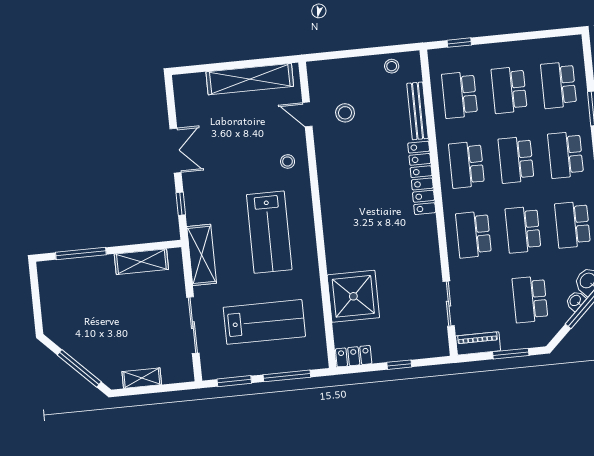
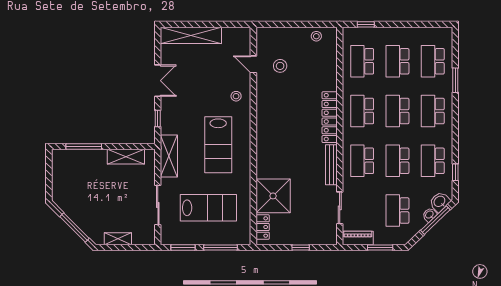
shelving: (250, 79) -> (191, 35), moved
bench: (418, 111) -> (331, 165), moved
locker: (354, 356) -> (263, 227), moved, turned 90

